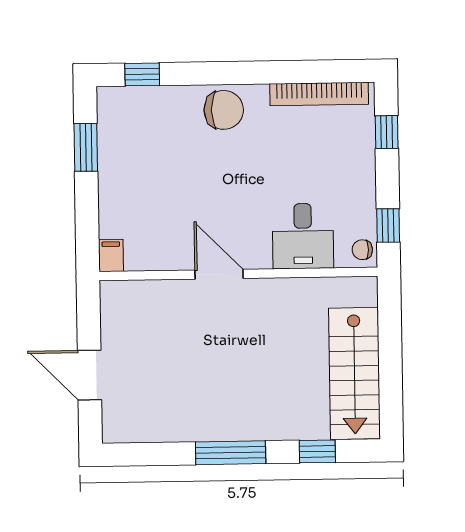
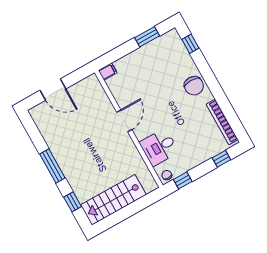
door: (89, 375) -> (53, 90), swing flipped

